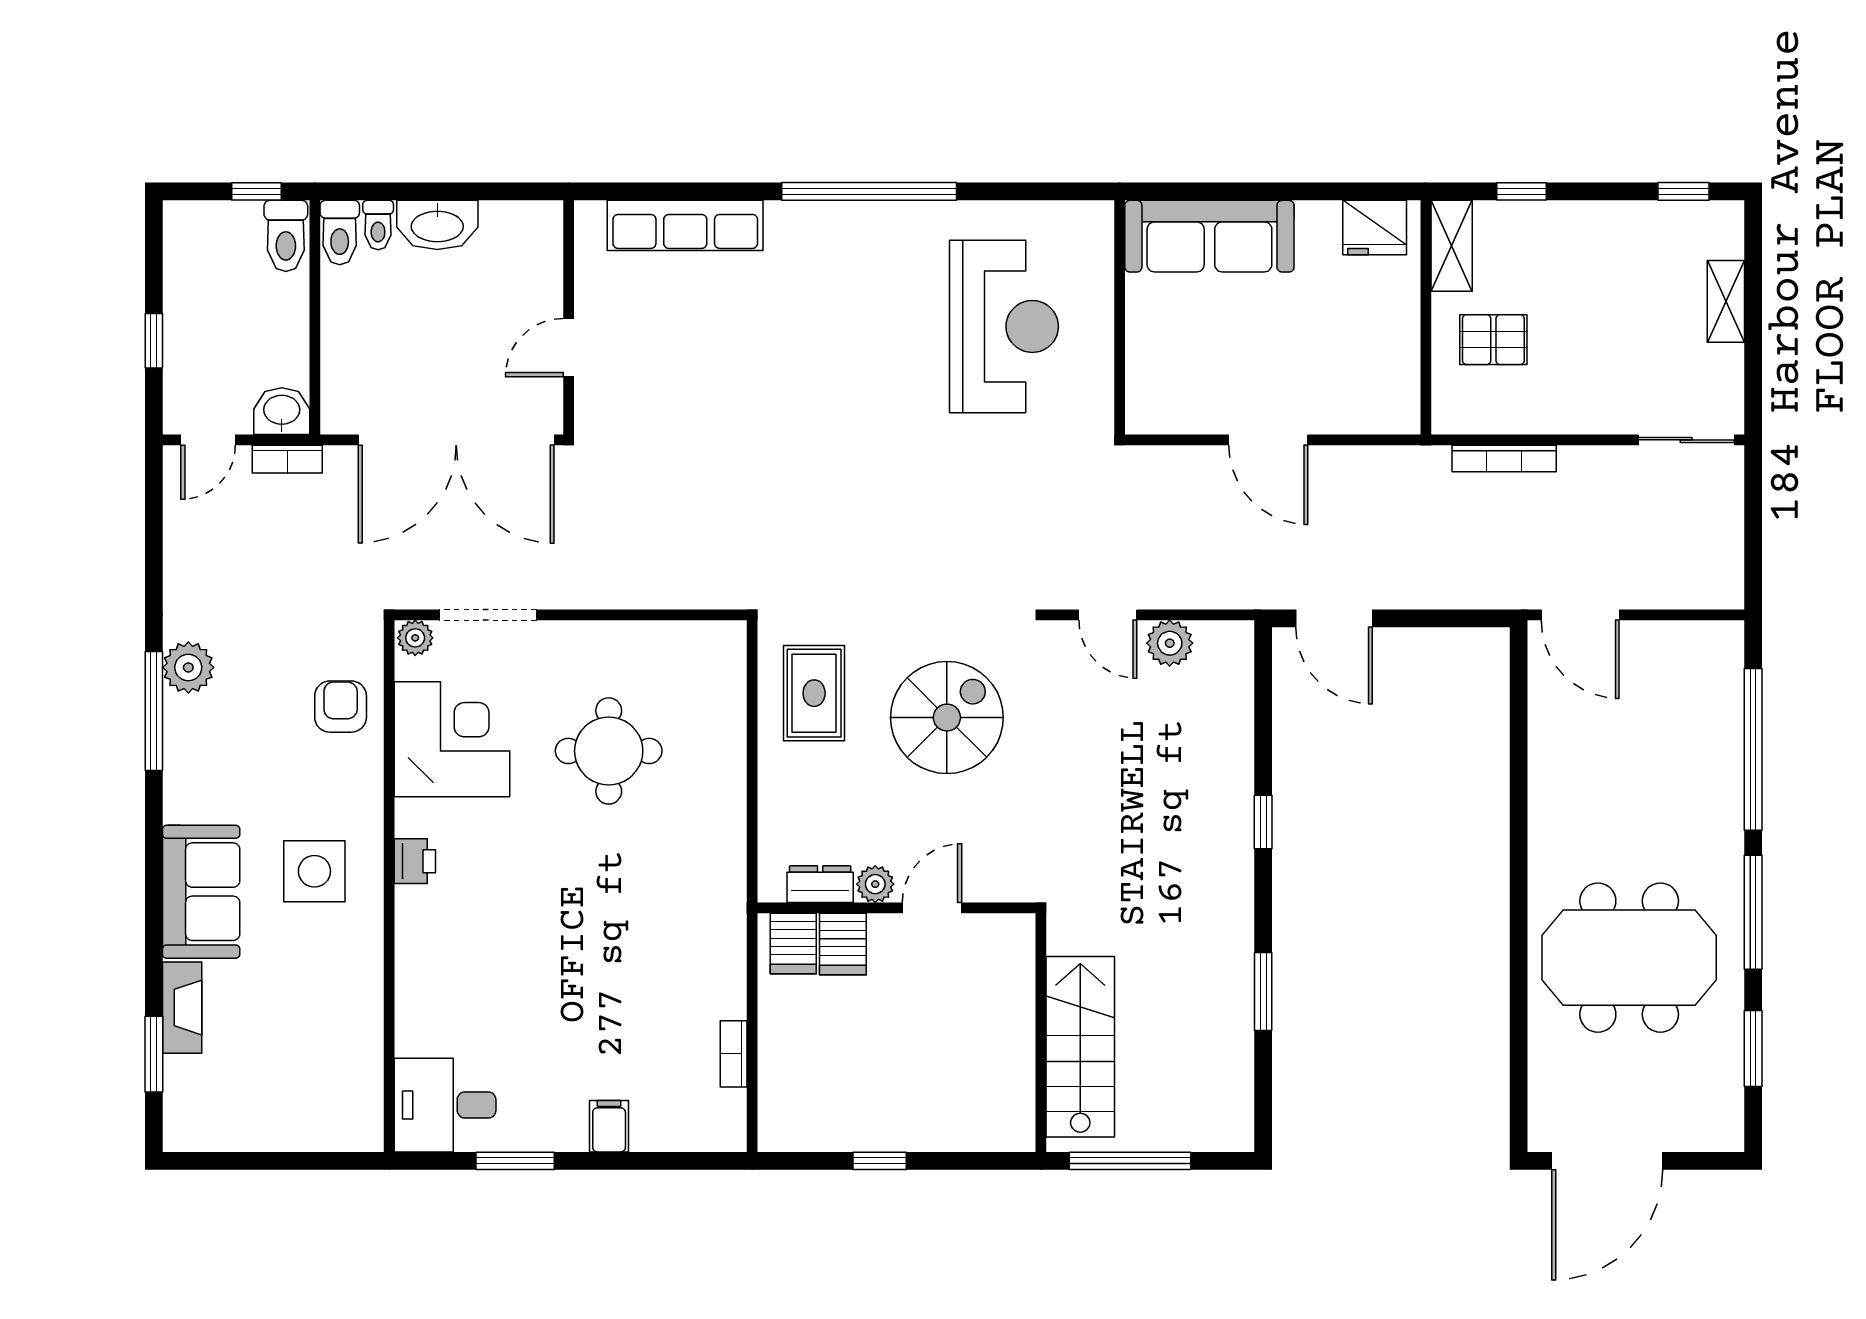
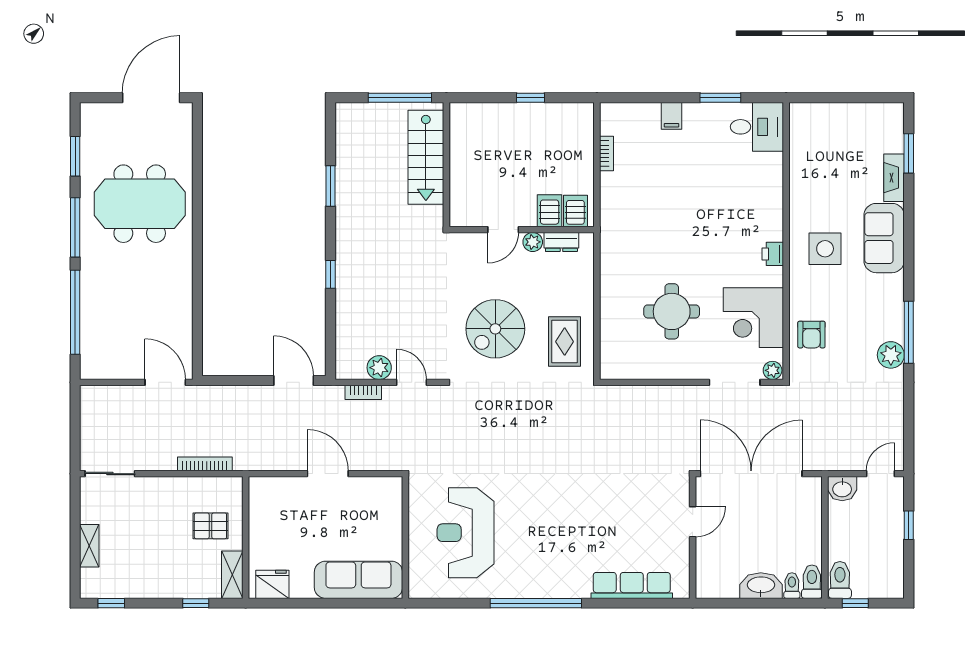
bookcase: (287, 459) -> (363, 392), moved, turned 180

